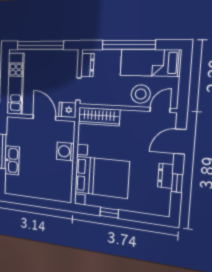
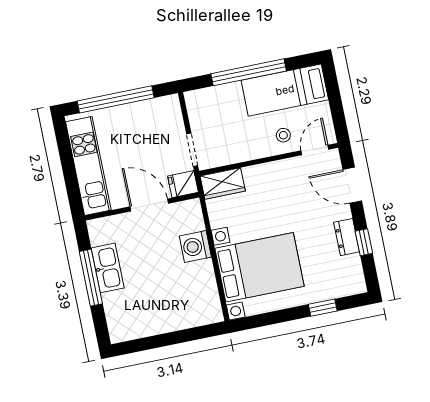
dresser: (87, 65) -> (197, 112), removed
stool: (141, 94) -> (283, 135), width x0.53, depth x0.53
wardrobe: (99, 117) -> (223, 184), width x0.67
door: (180, 142) -> (352, 185), hinge flipped
kitchen sink: (12, 160) -> (108, 268), moved
window: (109, 213) -> (323, 308), moved

